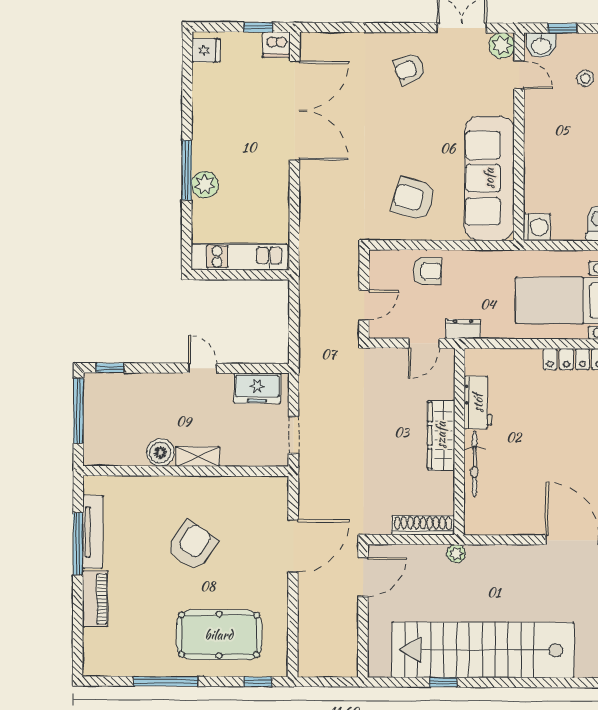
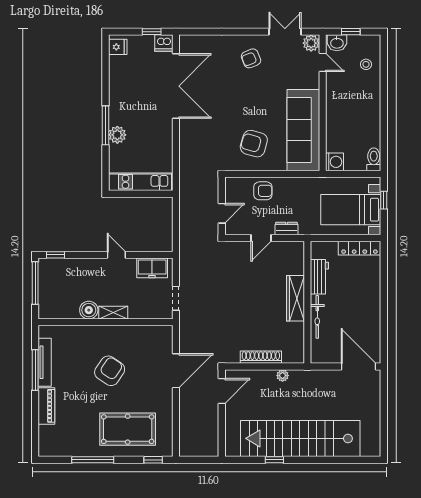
workbench: (478, 403) -> (319, 277), moved
wardrobe: (441, 435) -> (295, 298), moved
wall: (459, 442) -> (307, 302), moved
bicycle: (474, 464) -> (317, 317), moved

